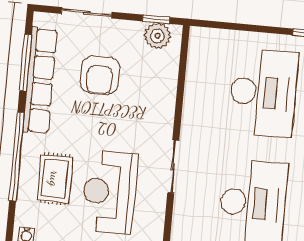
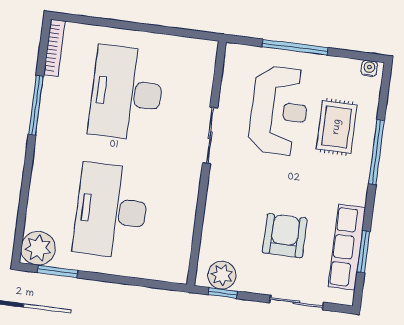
window: (25, 63) -> (364, 252), width x0.69
row of seats: (40, 81) -> (347, 247), width x0.73
window: (17, 156) -> (376, 152), width x0.68

